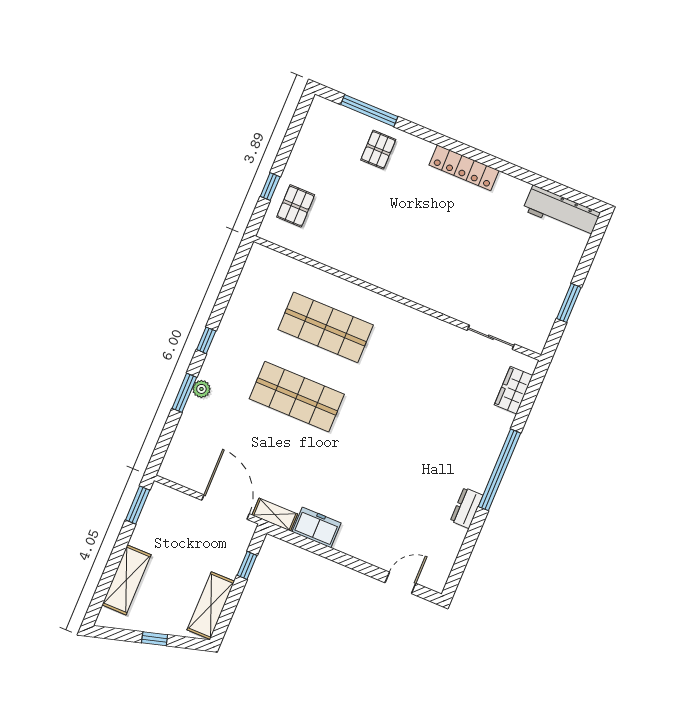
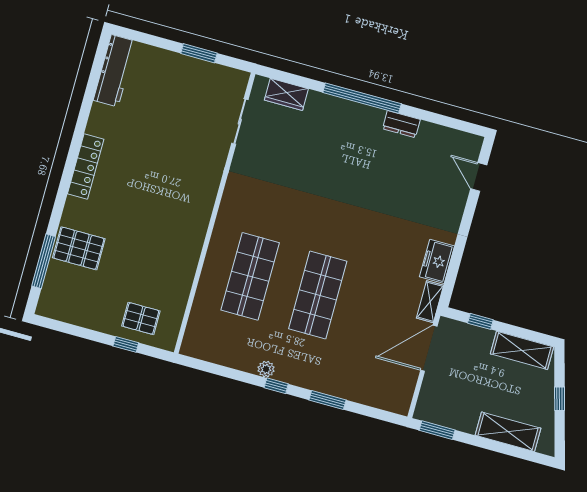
pallet: (378, 150) -> (79, 248), width x1.50, depth x1.42
plant: (201, 389) -> (266, 369), moved

